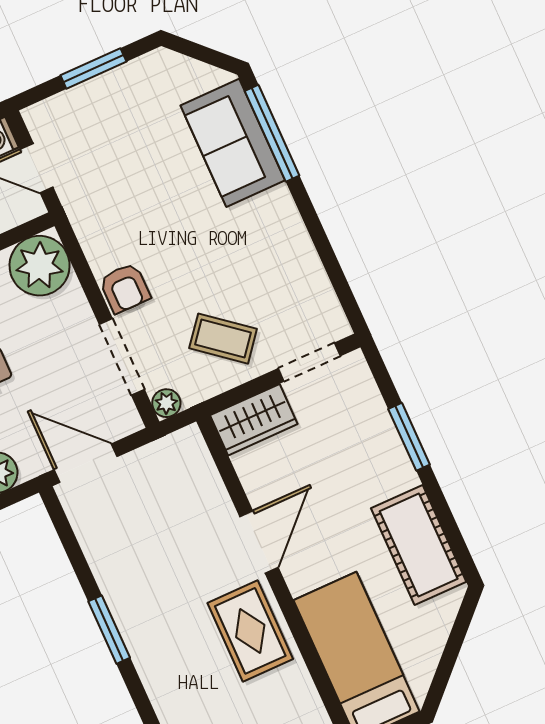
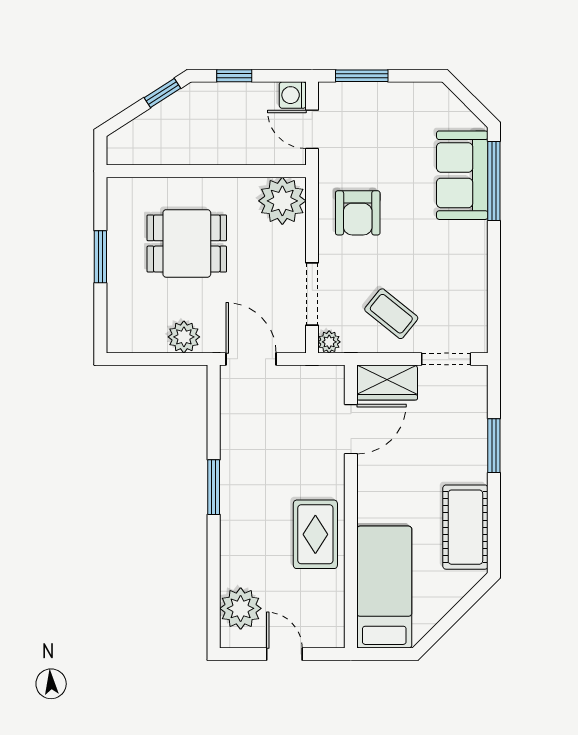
window: (93, 68) -> (362, 76), moved
armchair: (125, 288) -> (358, 213), moved, width x1.38, depth x1.38
door: (259, 542) -> (351, 429), moved

